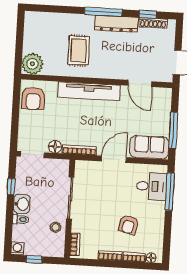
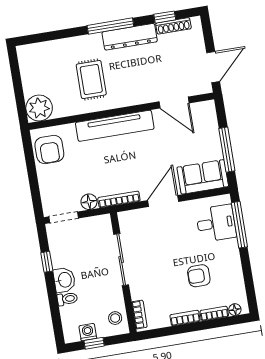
armchair: (129, 225) -> (199, 276), turned 78
stool: (55, 227) -> (115, 318), moved
washing machine: (17, 249) -> (88, 332), moved

